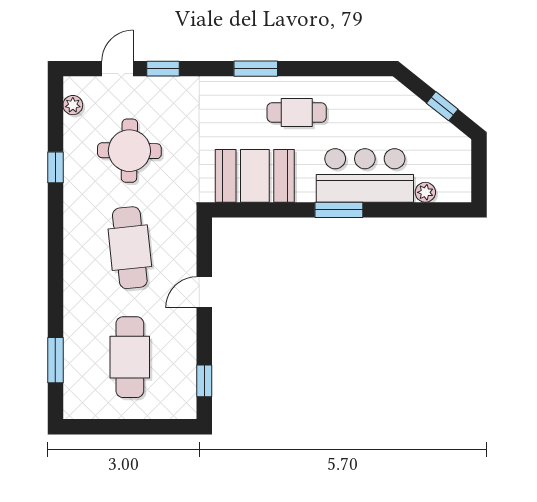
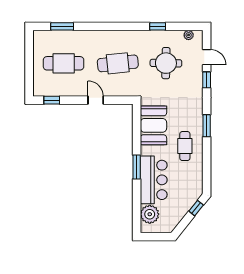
window: (442, 106) -> (196, 208), moved
plant: (425, 192) -> (150, 214), width x1.88, depth x1.88

